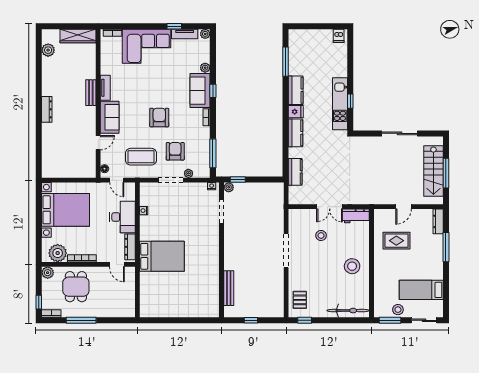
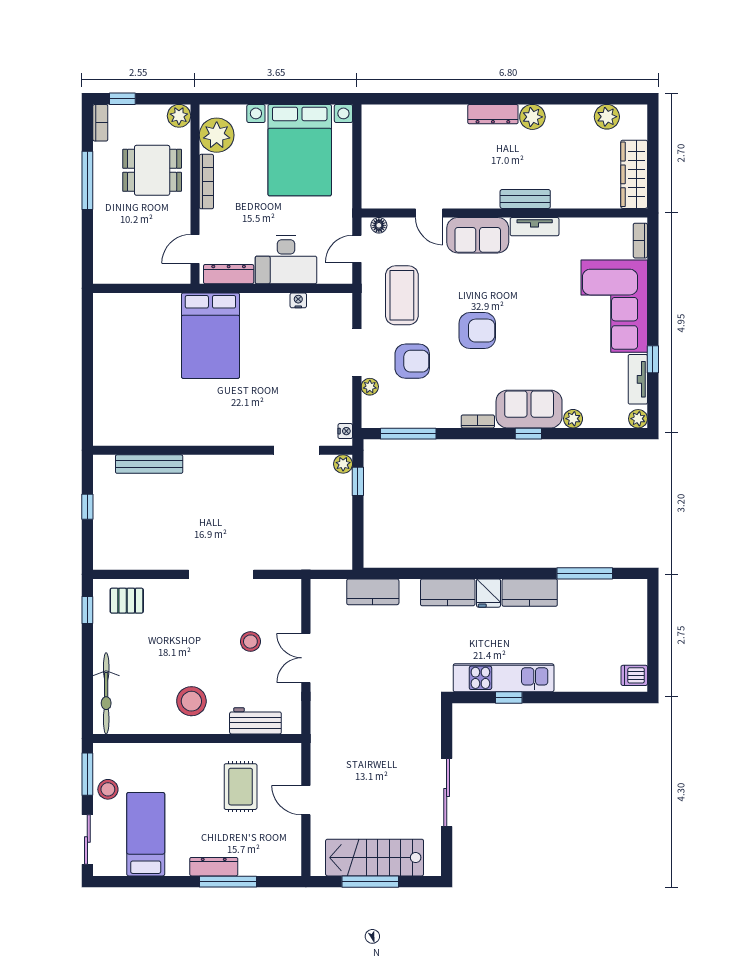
plant: (48, 89) -> (532, 117), added
workbench: (356, 216) -> (255, 721), moved, turned 90
dresser: (438, 221) -> (214, 867), moved

